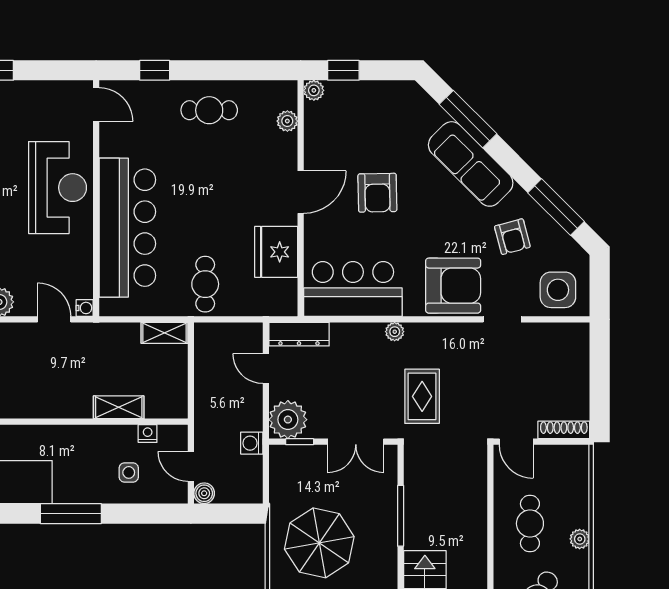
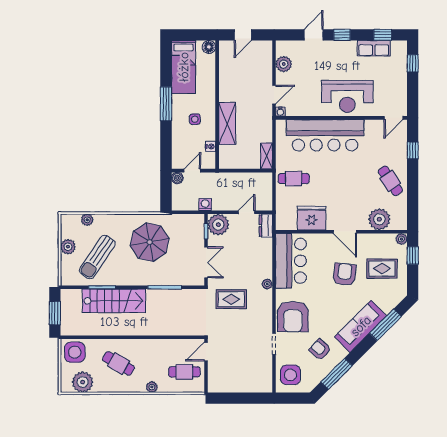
cafe table: (209, 110) -> (390, 181), turned -34
plant: (287, 121) -> (379, 219), width x1.88, depth x1.88
rug: (367, 126) -> (382, 269), added
armchair: (377, 193) -> (345, 274), turned 98
armchair: (512, 237) -> (320, 350), turned 57
dresser: (299, 334) -> (266, 226), width x0.70
shelving: (119, 407) -> (227, 123), width x1.50, depth x1.33
shoe rack: (564, 430) -> (213, 378), removed
double door: (356, 442) -> (206, 262), swing flipped
side table: (129, 472) -> (195, 119), moved
cafe table: (530, 524) -> (184, 372), moved

